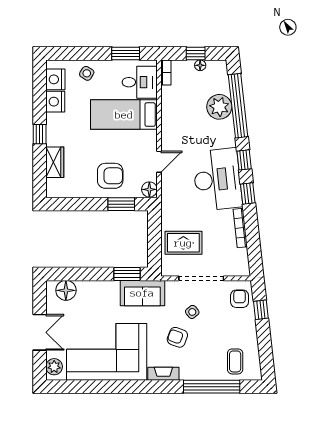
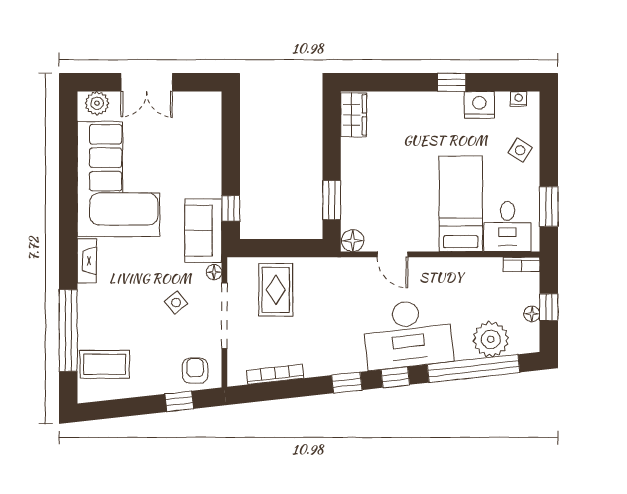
nightstand: (55, 79) -> (519, 99), width x0.53, depth x0.56
plant: (219, 107) -> (491, 339), moved
window: (40, 134) -> (452, 82), moved
wardrobe: (55, 162) -> (354, 115), moved, turned -90
armchair: (110, 176) -> (372, 184), removed
desk: (217, 179) -> (408, 334), moved
bookcase: (240, 228) -> (275, 374), moved
window: (127, 274) -> (231, 208), width x0.67
floor lamp: (66, 290) -> (214, 272), moved, width x0.53, depth x0.53
armchair: (240, 299) -> (195, 371), turned -90
armchair: (177, 337) -> (139, 281), removed
coffee table: (235, 361) -> (105, 364), width x1.36, depth x1.30

